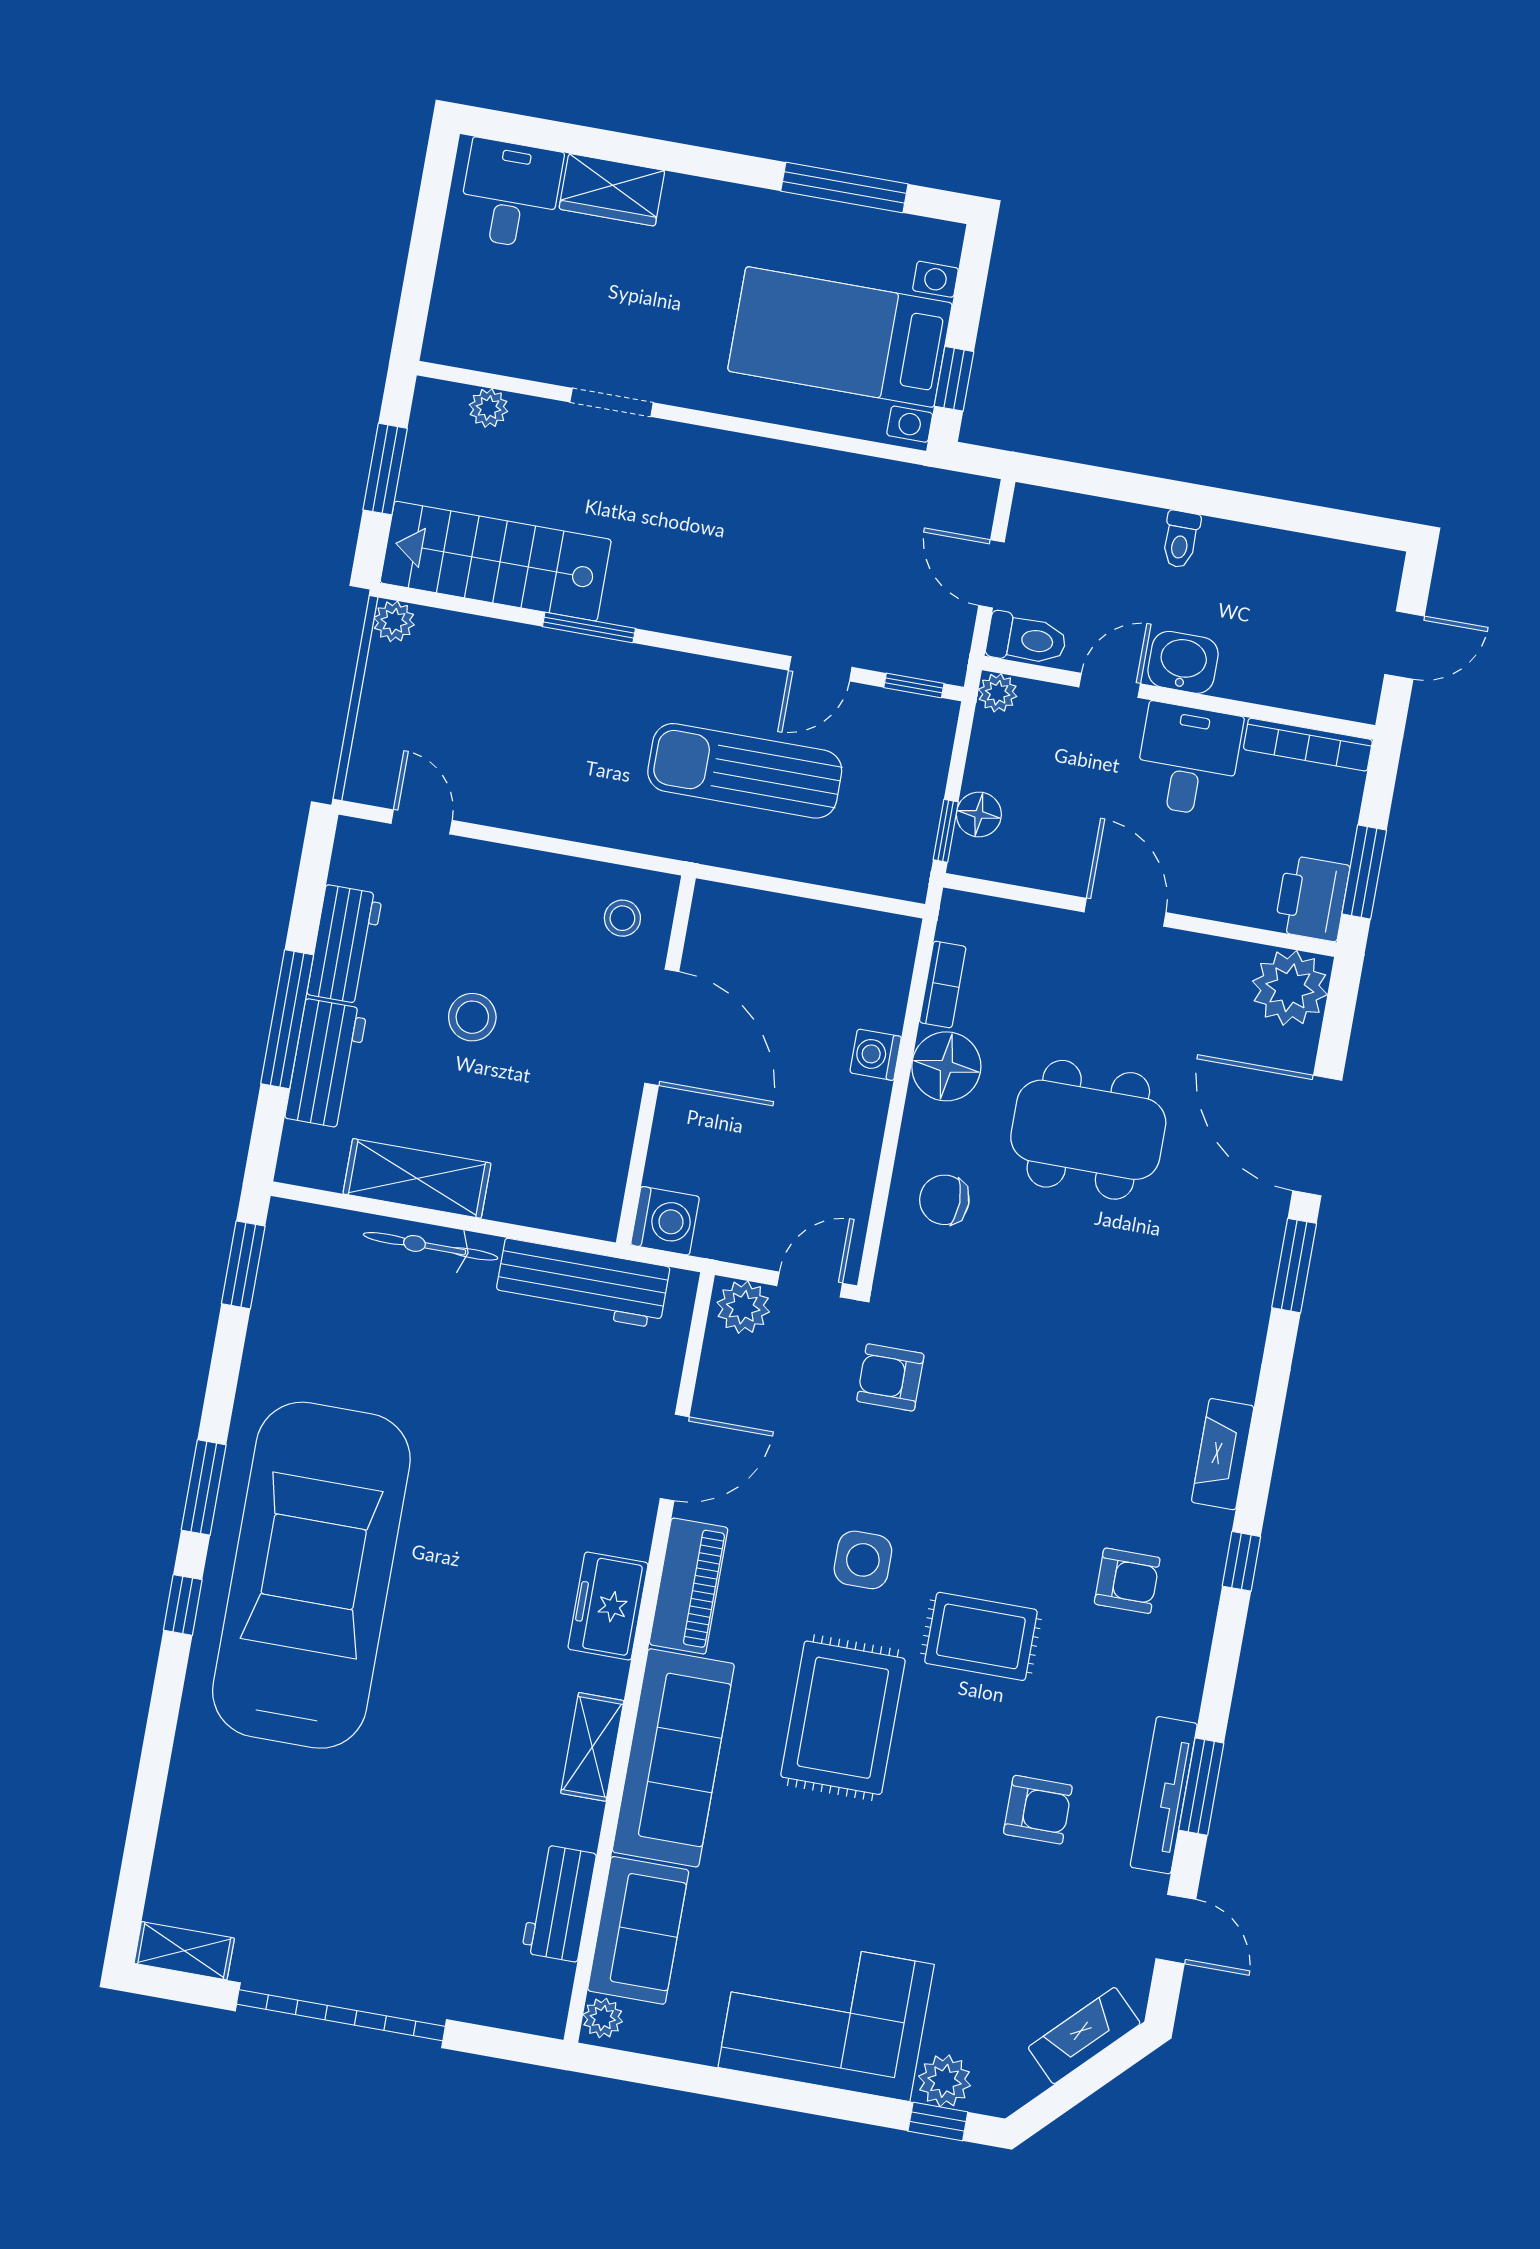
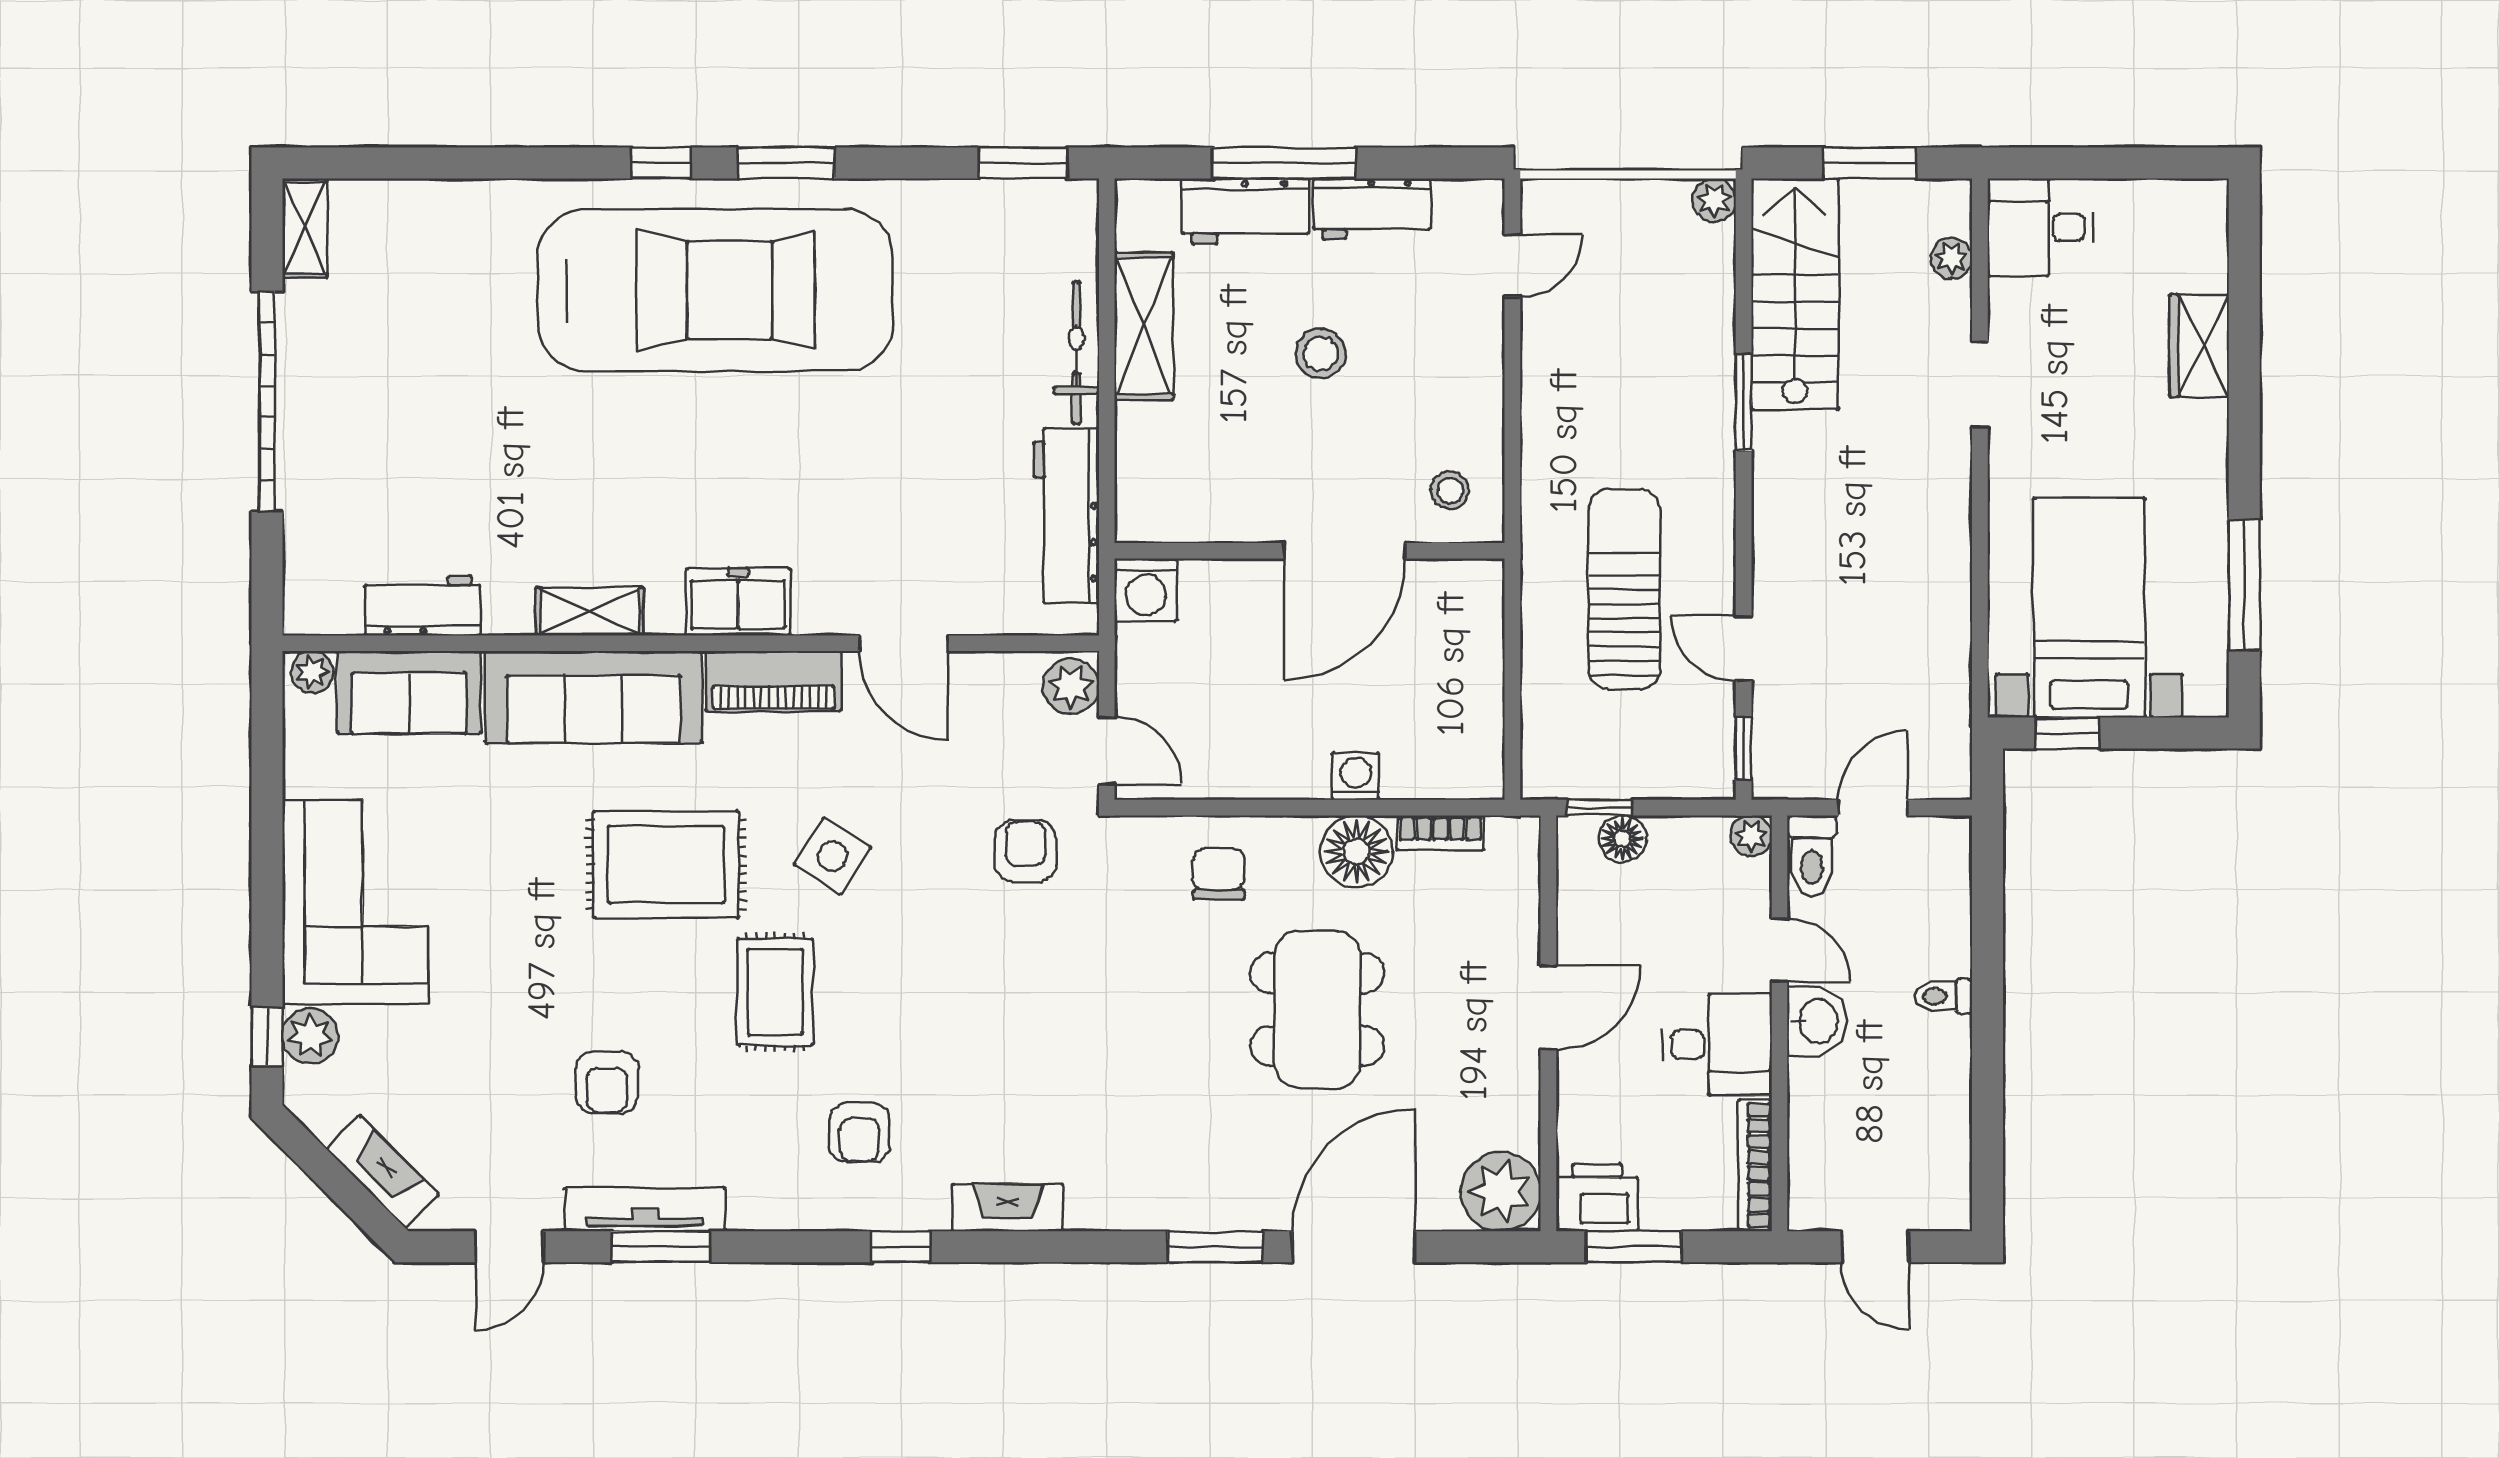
desk: (510, 194) -> (2040, 227), moved, turned 180
side table: (863, 1560) -> (832, 856), turned 32

